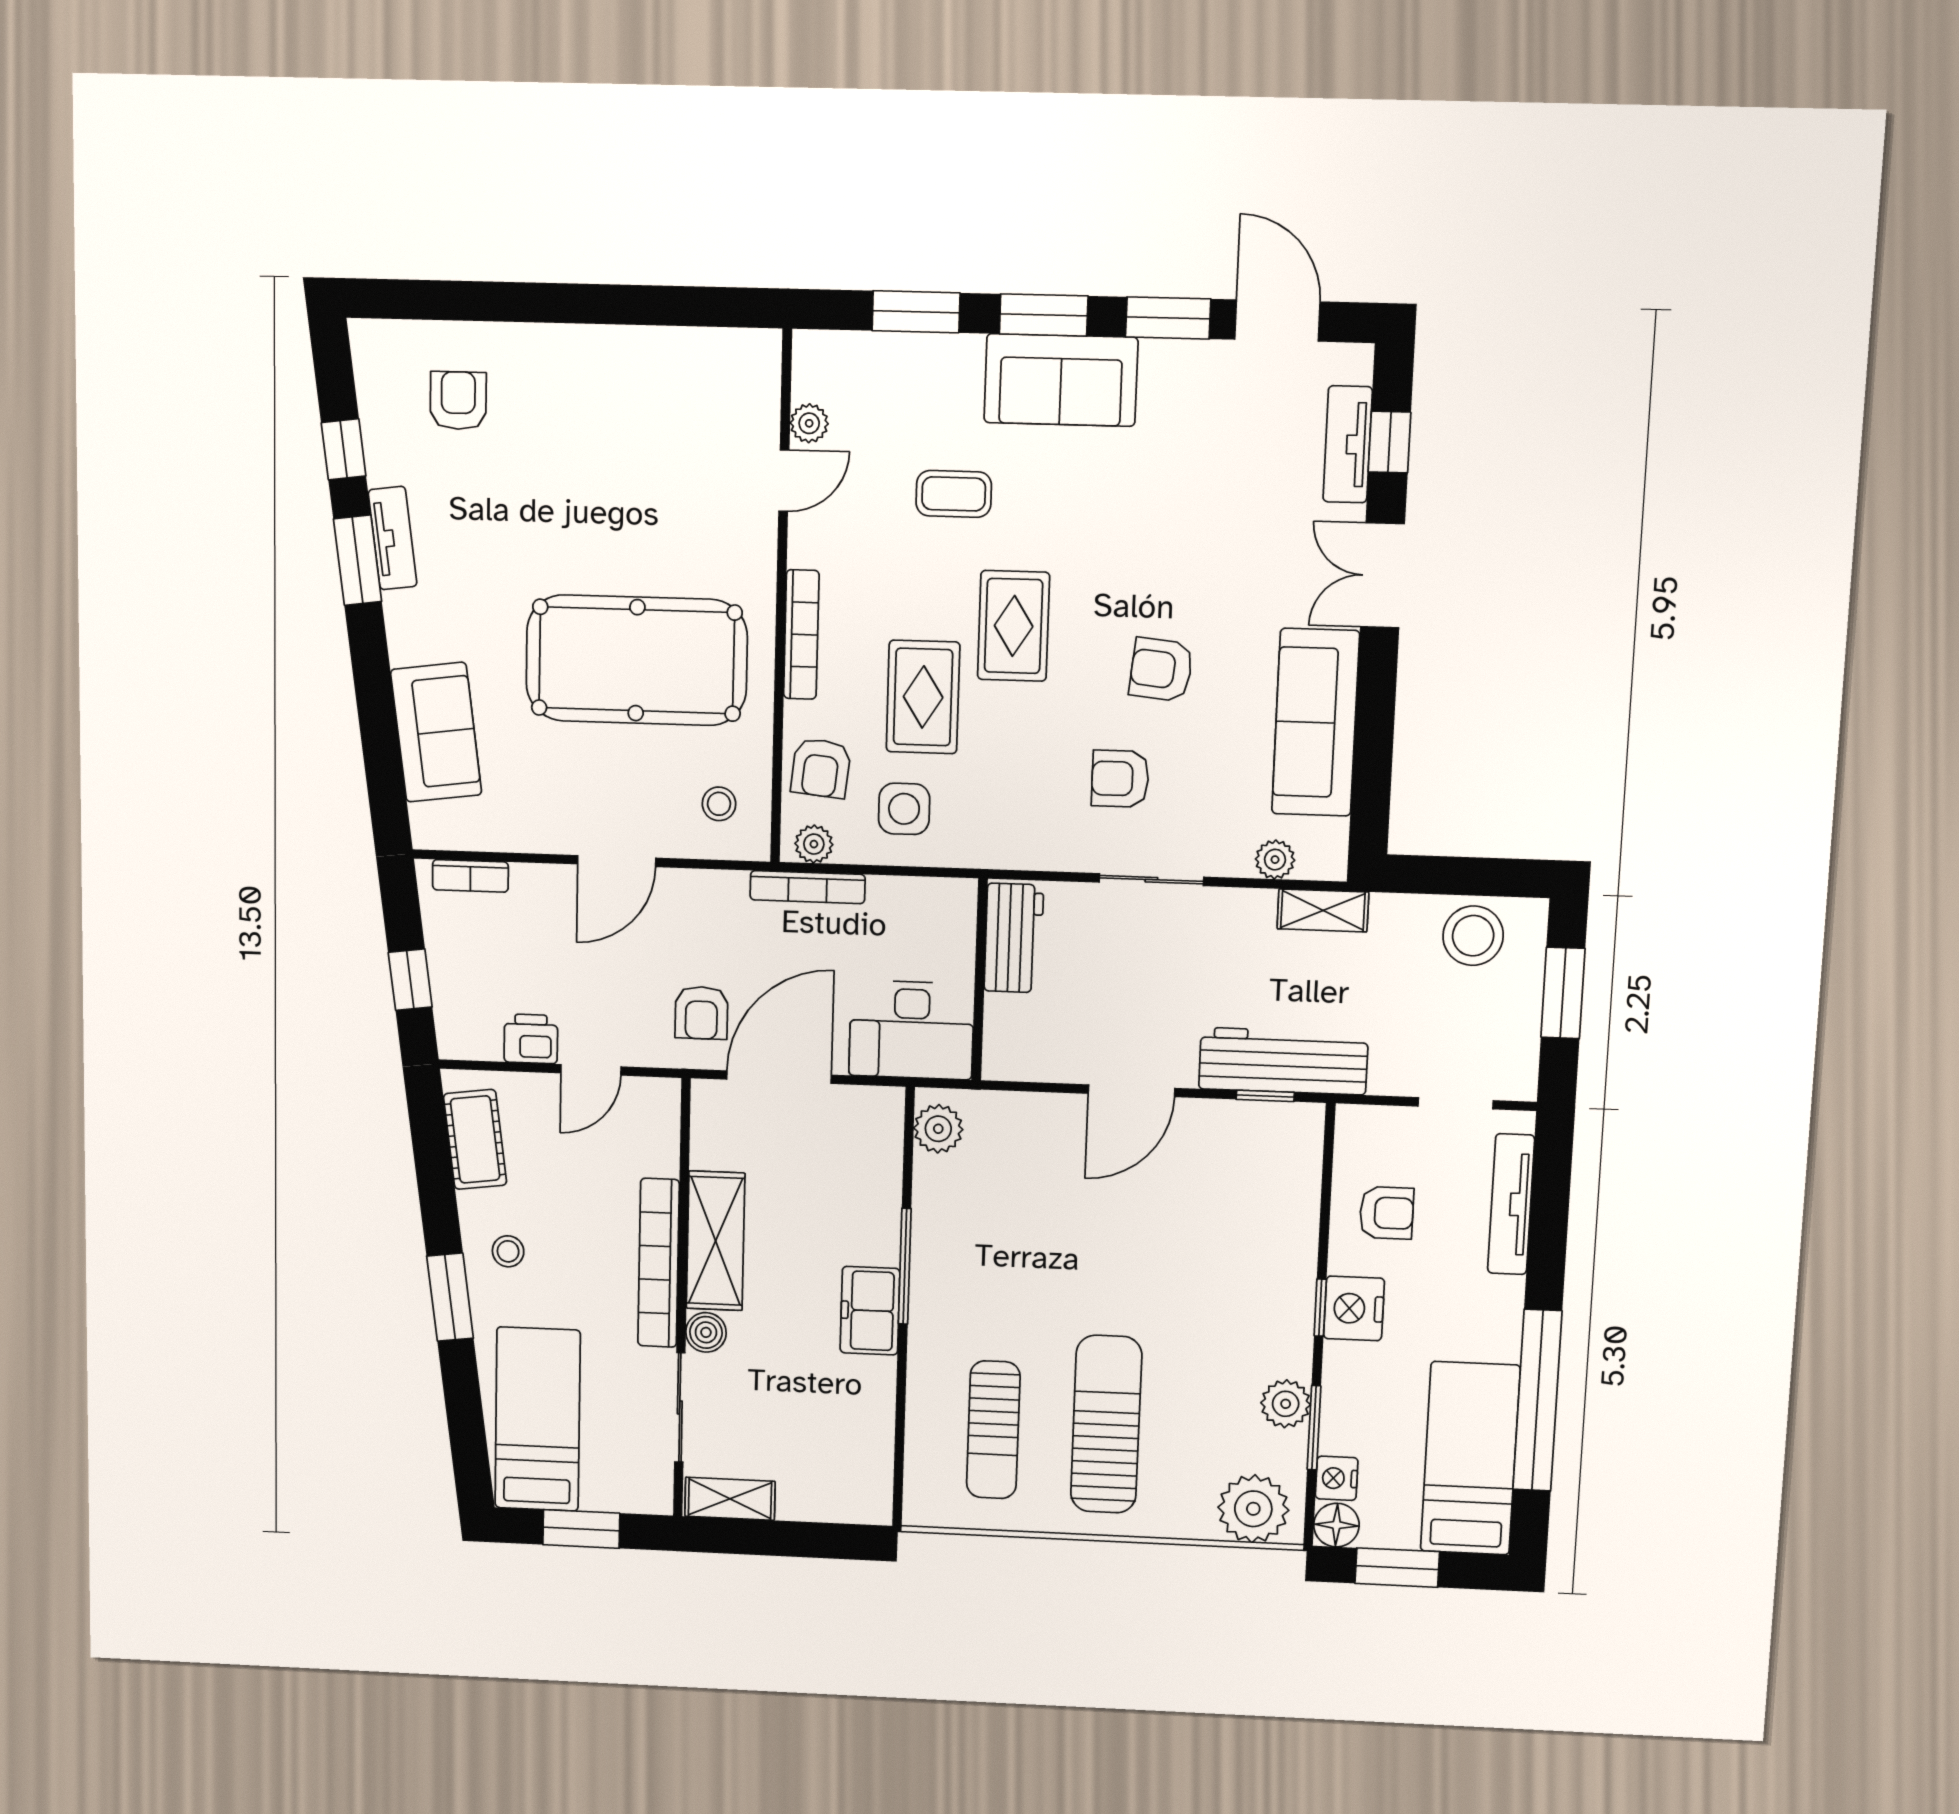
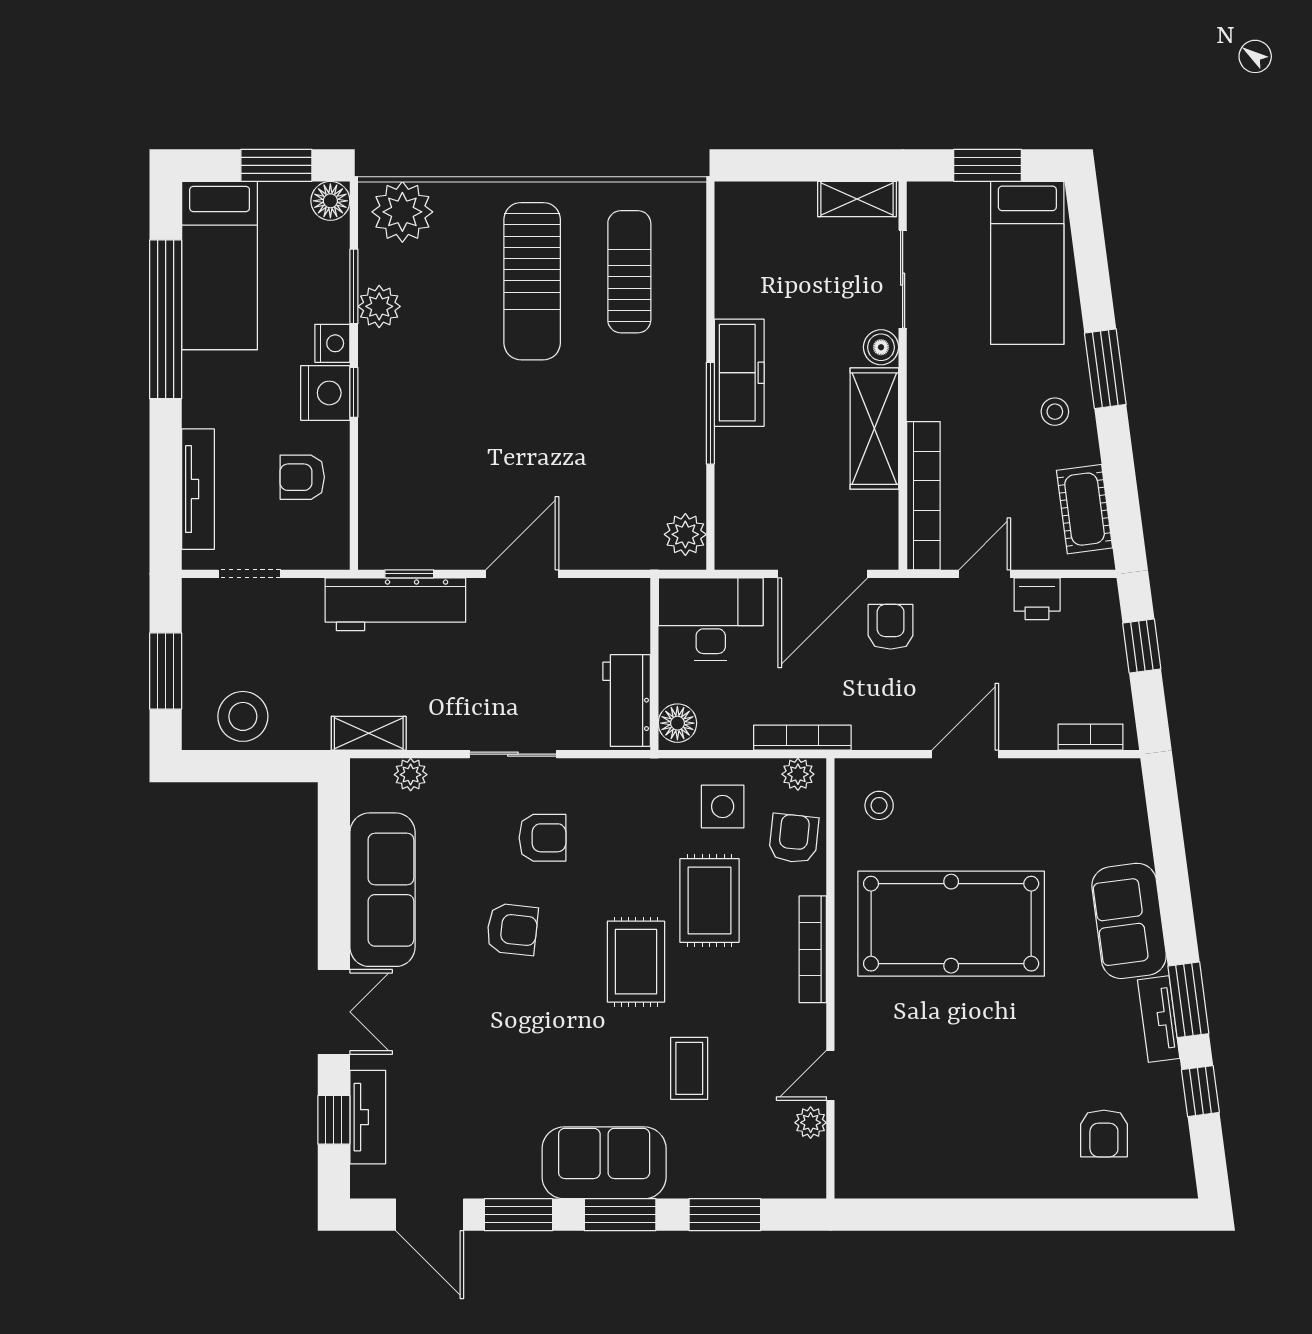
coffee table: (954, 494) -> (689, 1068), turned 90
sofa: (436, 732) -> (1129, 921), moved
floor lamp: (954, 909) -> (677, 723), added
bookcase: (659, 1263) -> (923, 496), moved
freezer: (870, 1311) -> (739, 373), width x1.40
nightstand: (1337, 1478) -> (332, 343), moved

